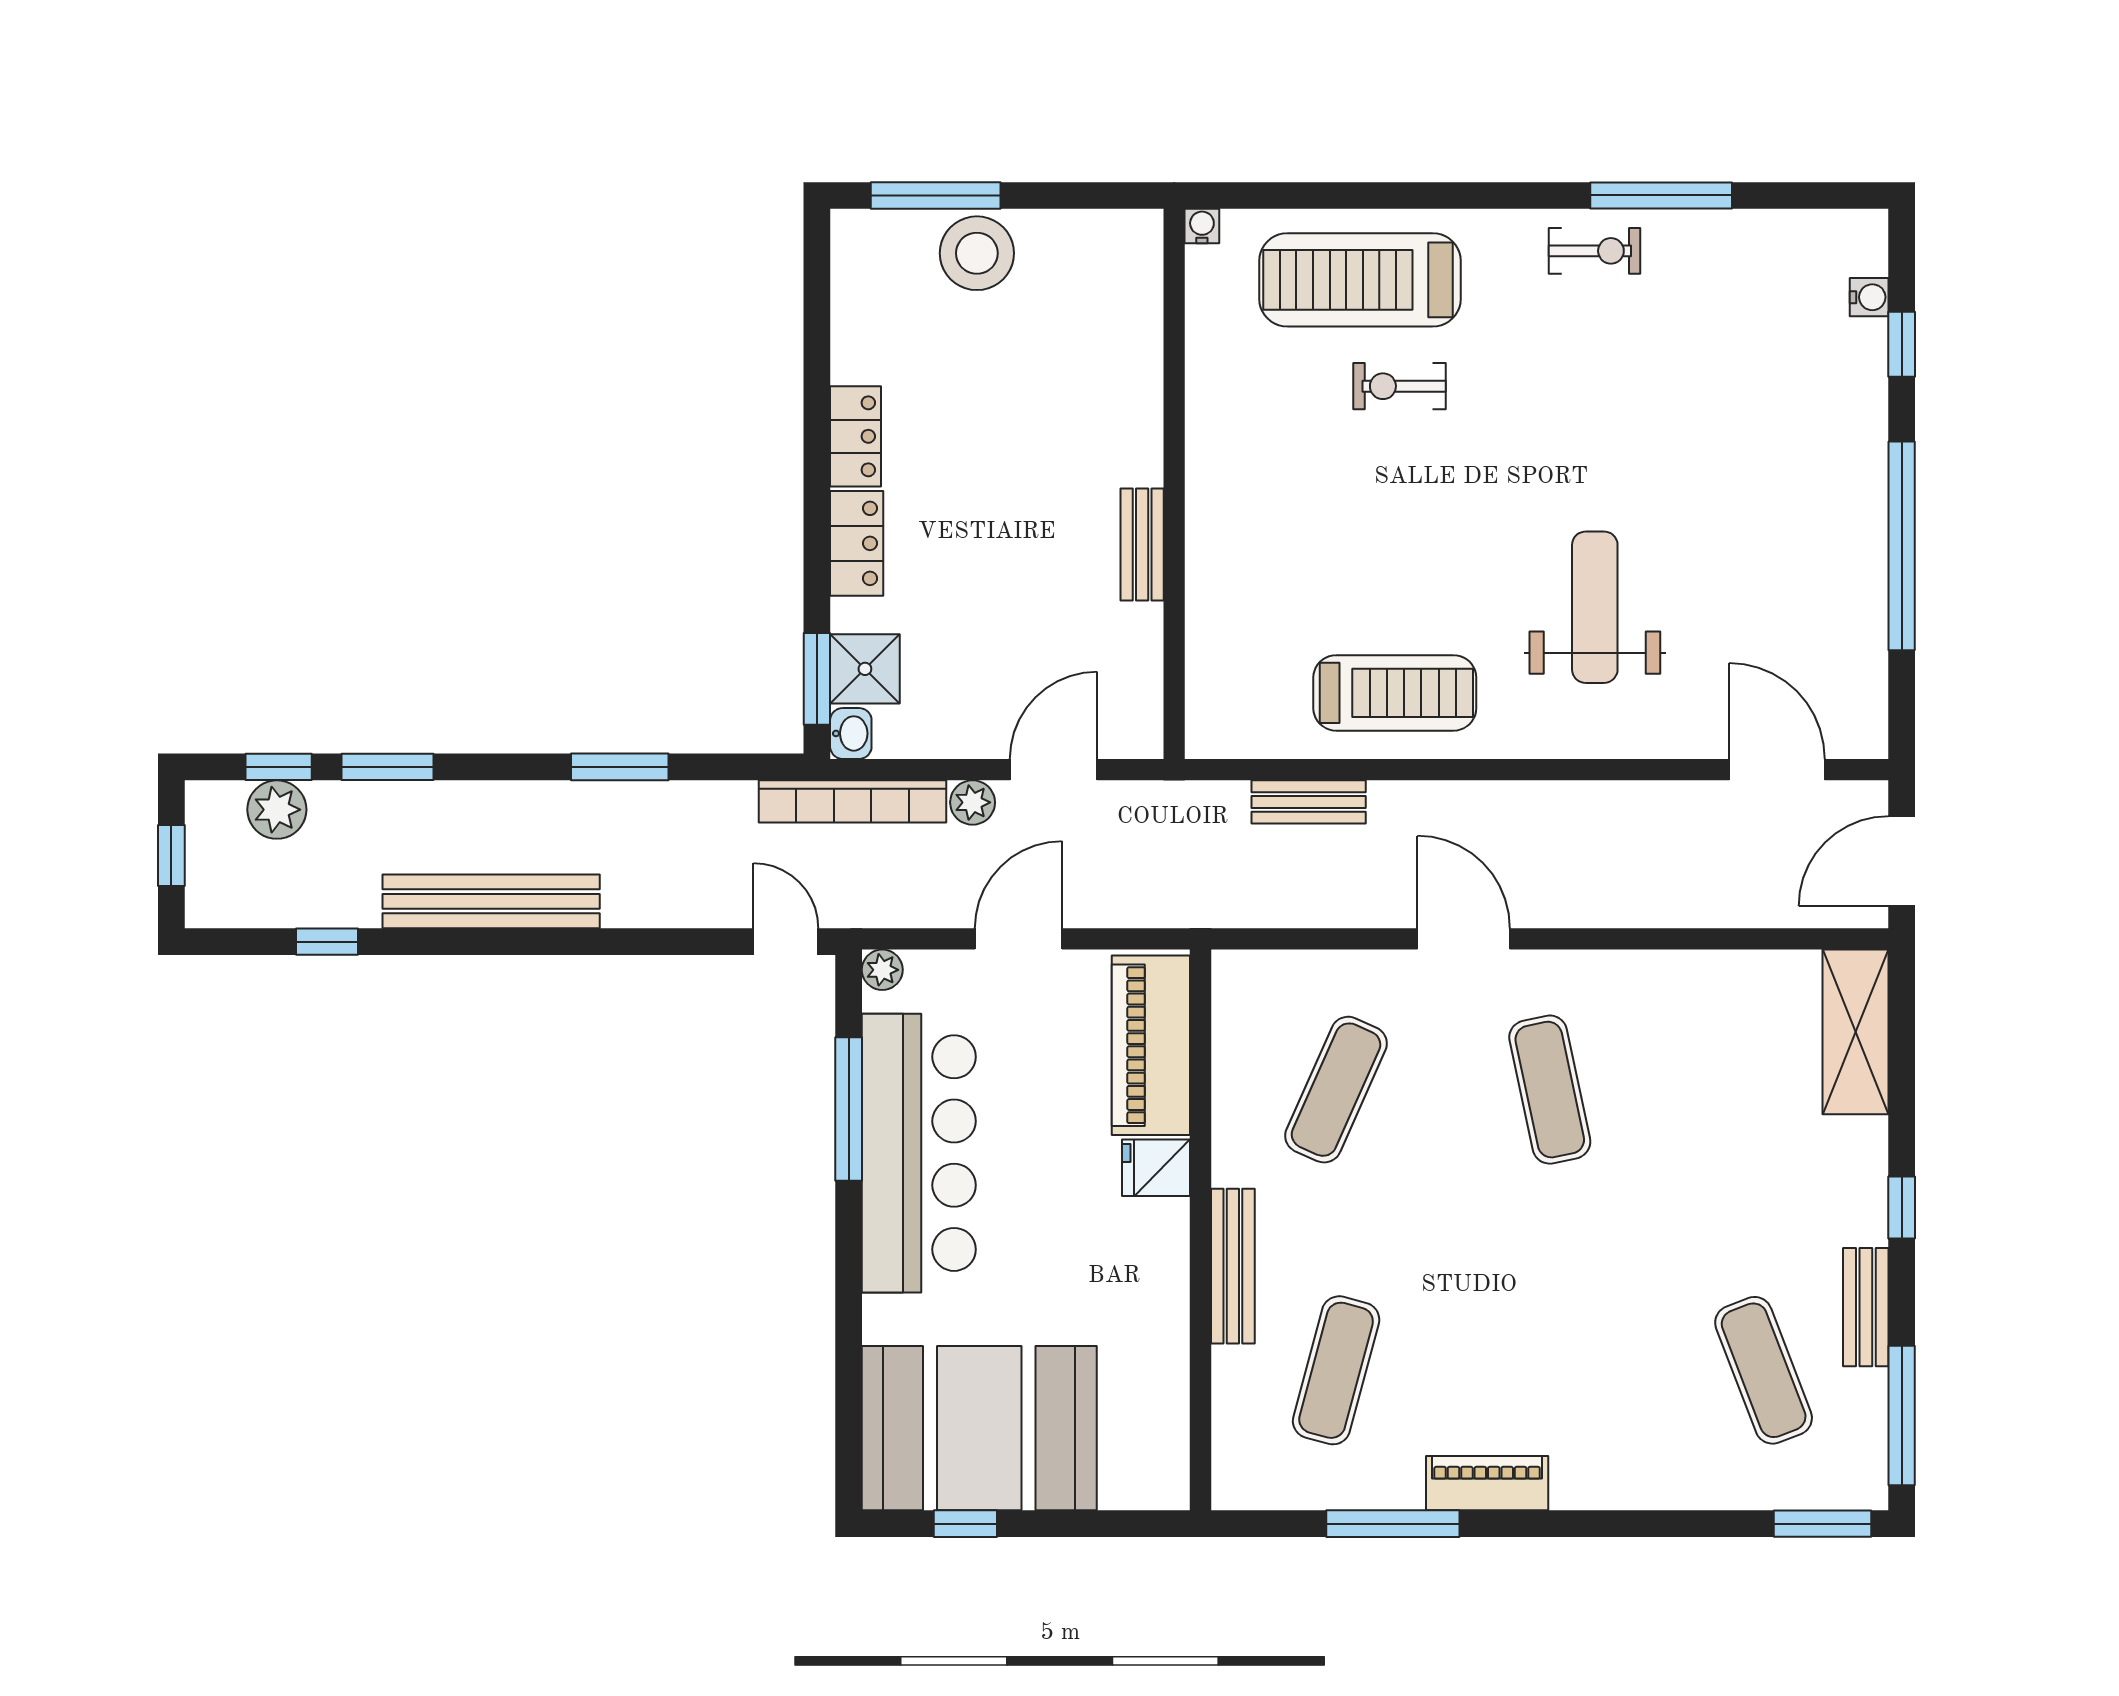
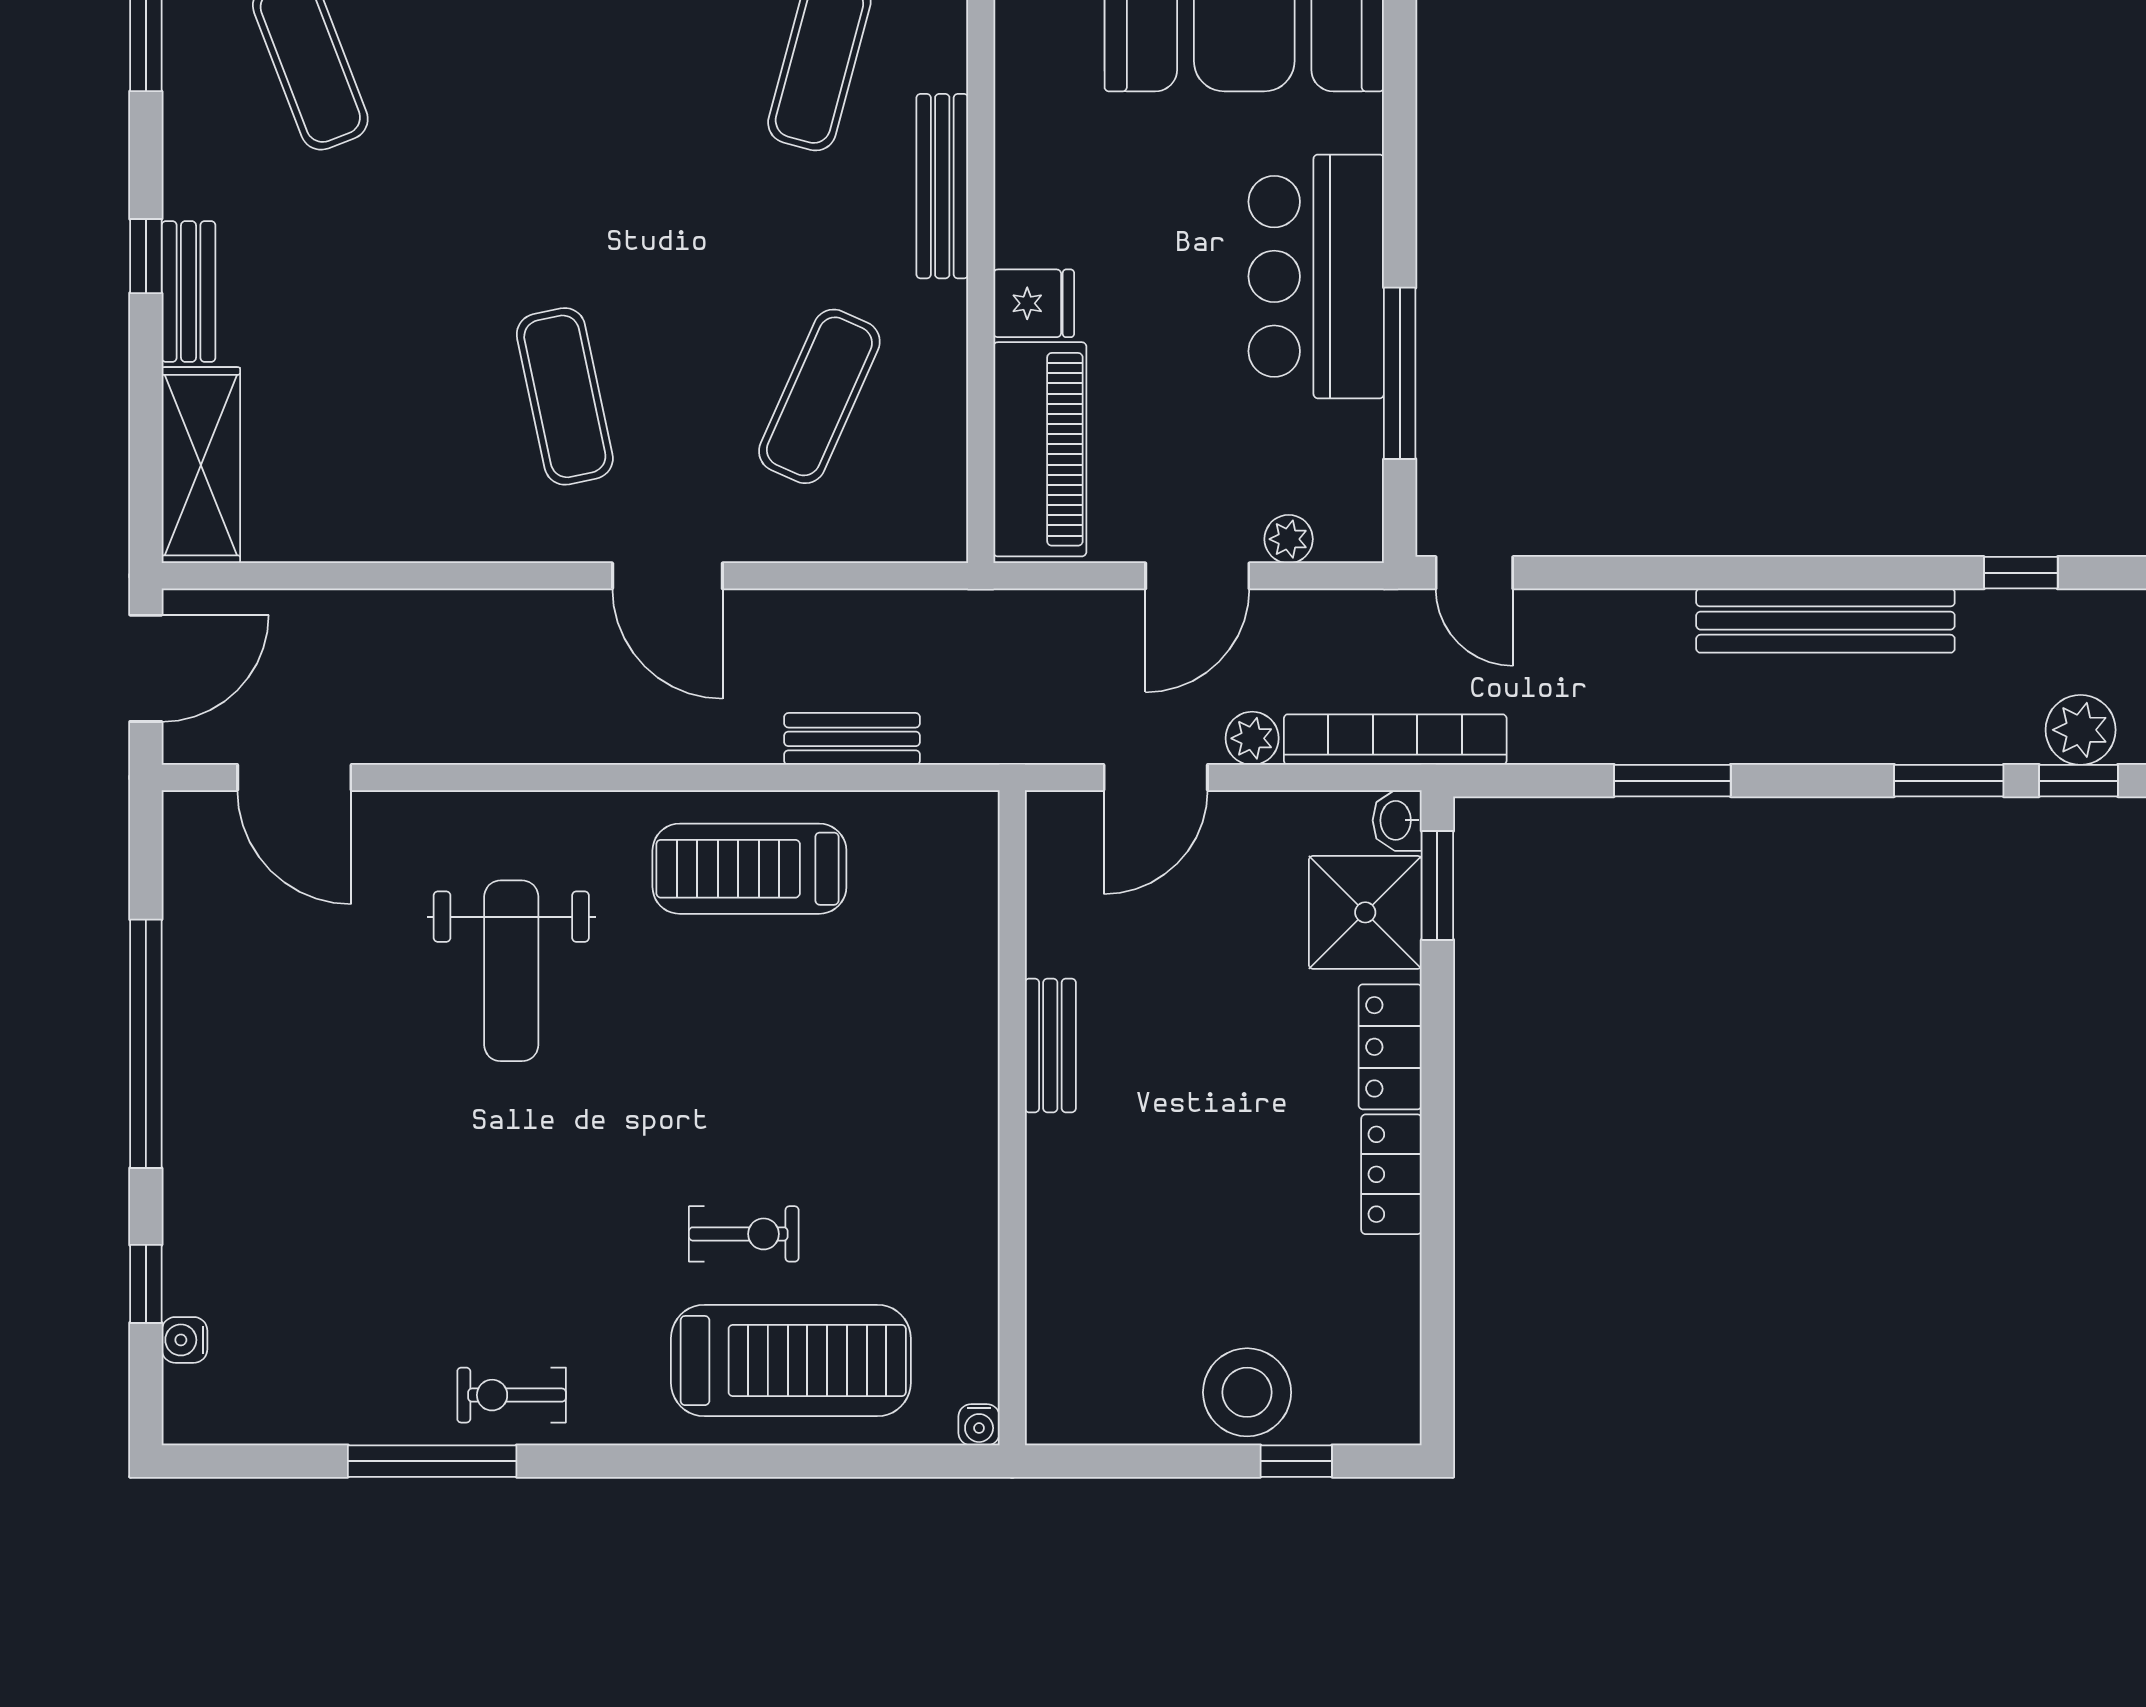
window: (936, 195) -> (1296, 1461), width x0.46
shower: (865, 669) -> (1365, 912), width x1.36, depth x1.36
plant: (882, 970) -> (1289, 539), moved
bar counter: (919, 1153) -> (1316, 276), width x0.73
bench: (1866, 1307) -> (189, 292), moved

